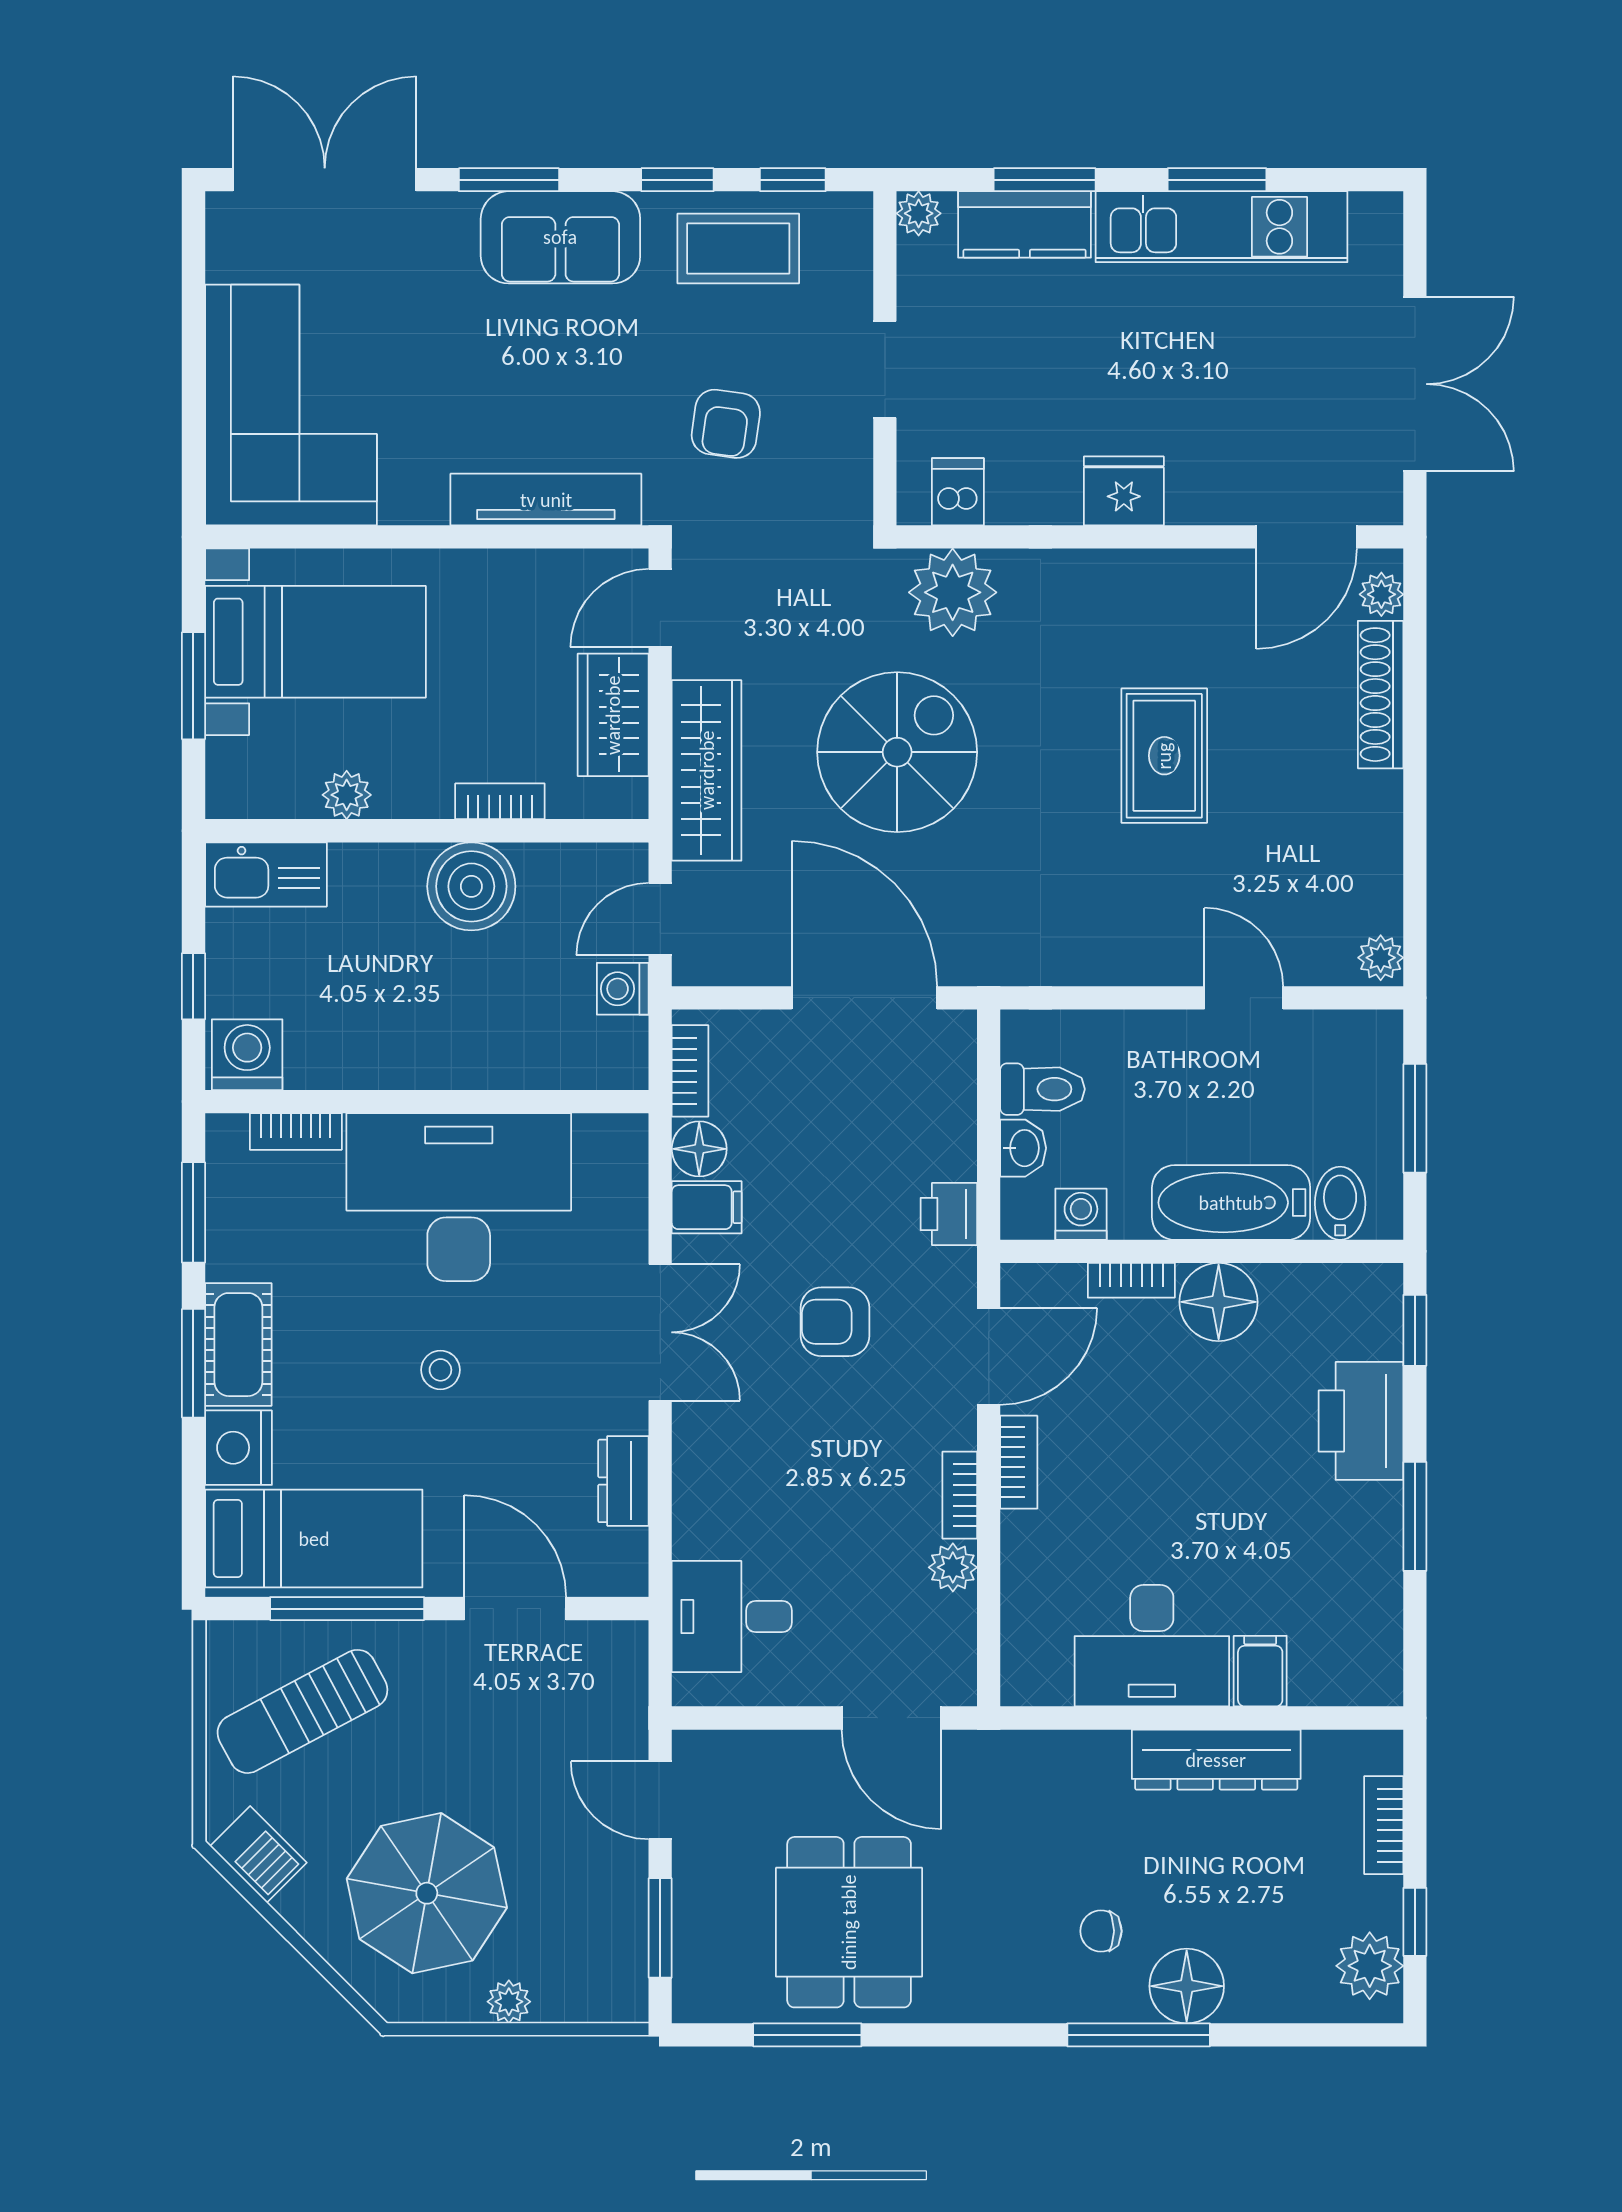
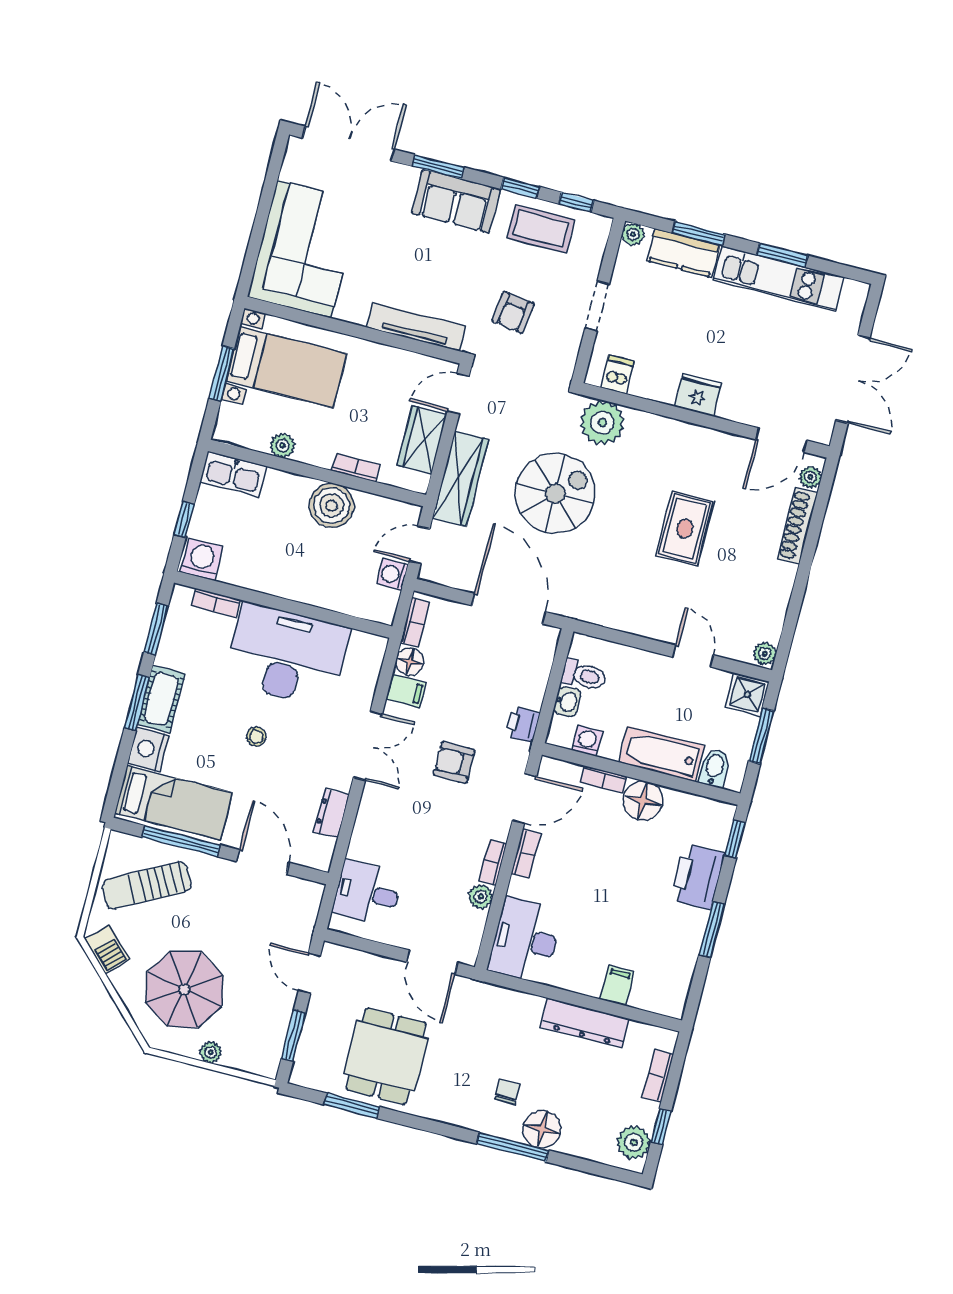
shower: (1367, 1045) -> (747, 695), added
desk: (1152, 1646) -> (525, 940), moved, turned 90
chair: (1101, 1931) -> (507, 1092), turned 90

